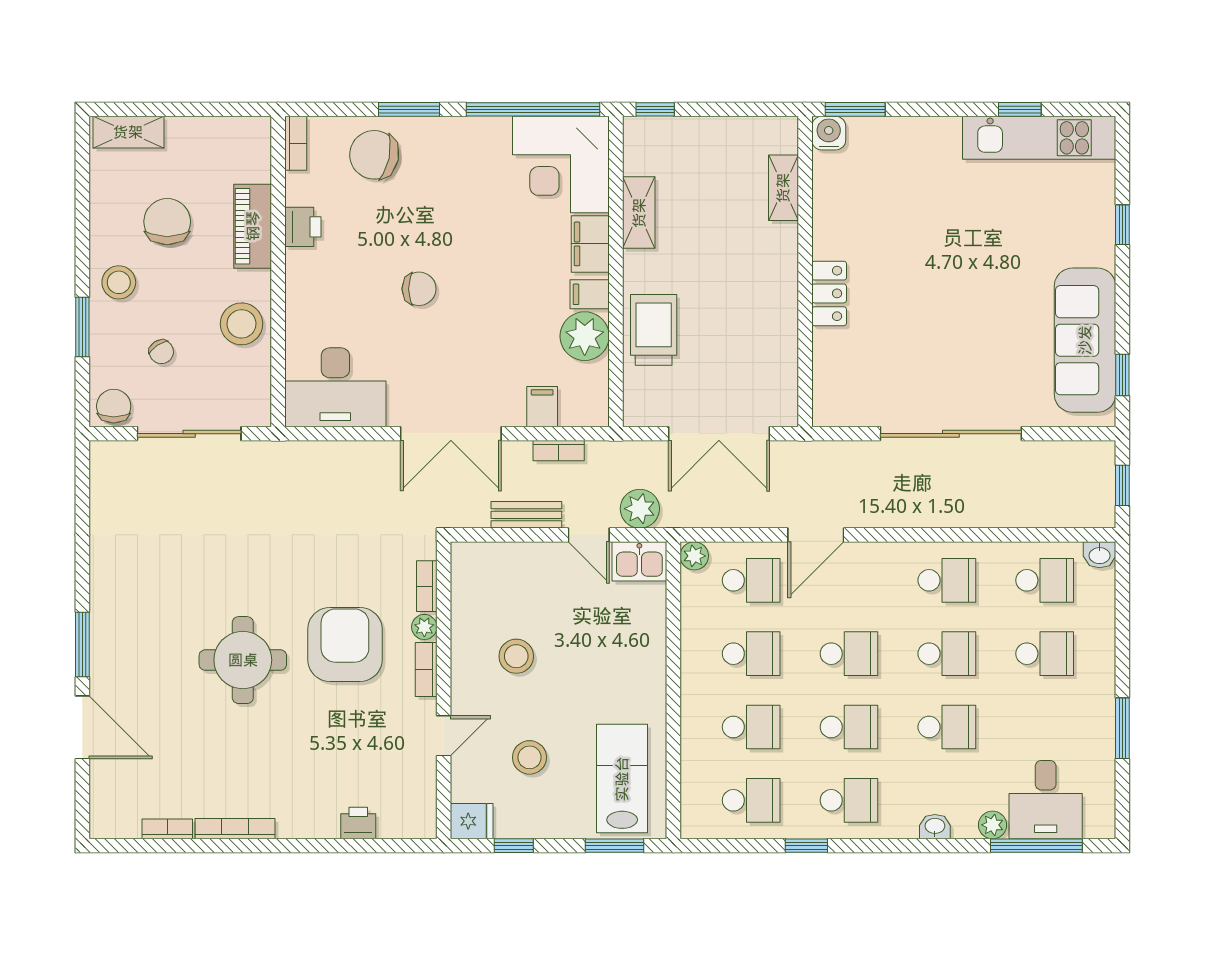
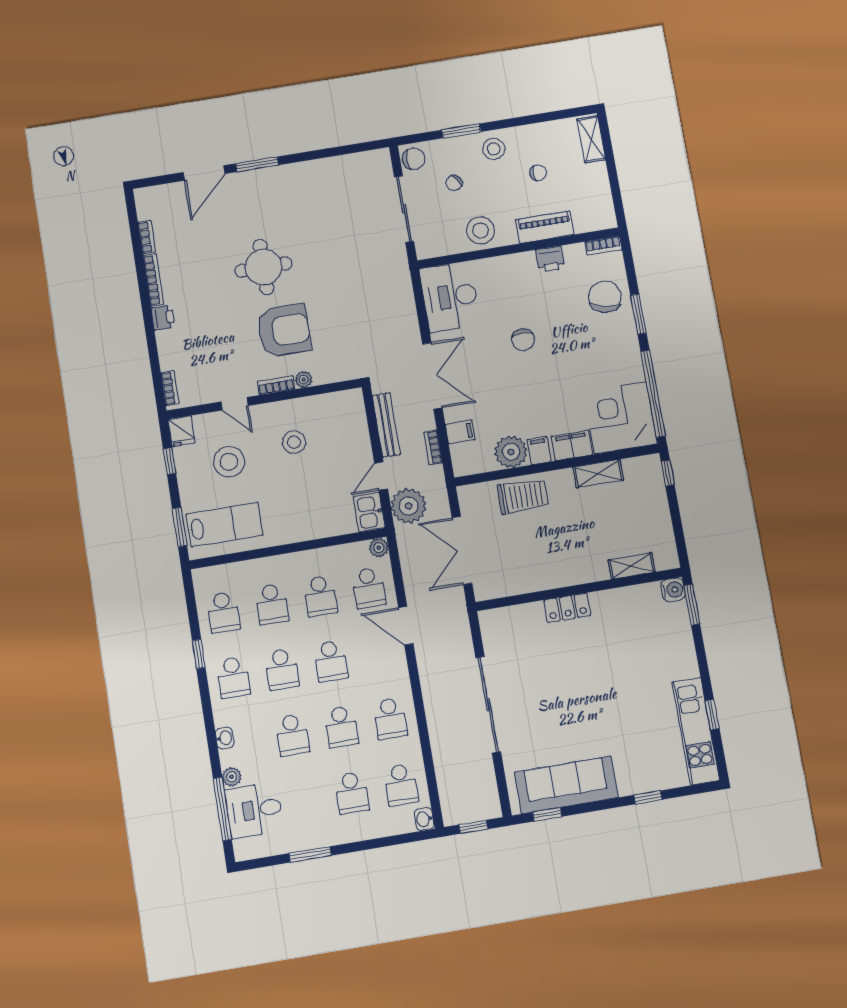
chair: (167, 222) -> (538, 173), width x0.54, depth x0.54
double door: (451, 434) -> (432, 376), swing flipped
plant: (640, 509) -> (409, 506), width x1.36, depth x1.36
bench: (526, 515) -> (386, 425), width x1.36
bookcase: (427, 586) -> (170, 388), moved, turned 90
stool: (530, 757) -> (229, 462), width x1.38, depth x1.38
printer: (358, 823) -> (163, 318), moved

